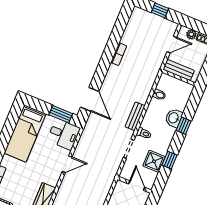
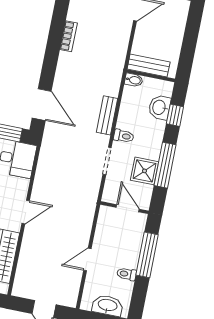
bench: (179, 70) -> (149, 66), moved
wall: (179, 78) -> (151, 76), moved
window: (169, 160) -> (165, 165), width x2.17
door: (67, 164) -> (26, 212), moved

